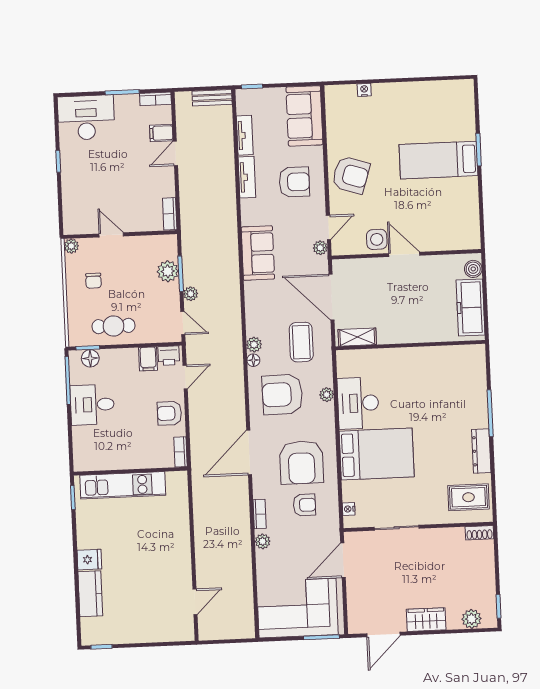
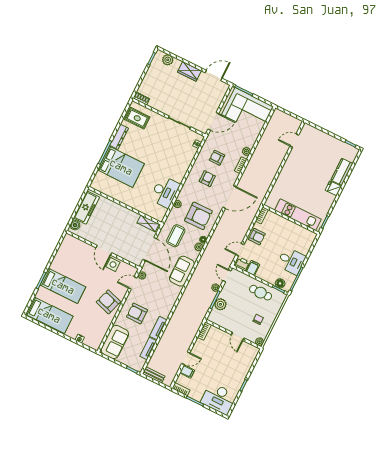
bed: (434, 101) -> (49, 315), added
sofa: (258, 253) -> (182, 271), moved
bed: (377, 454) -> (121, 167), moved, turned 180
armchair: (301, 462) -> (207, 179), width x0.53, depth x0.53

